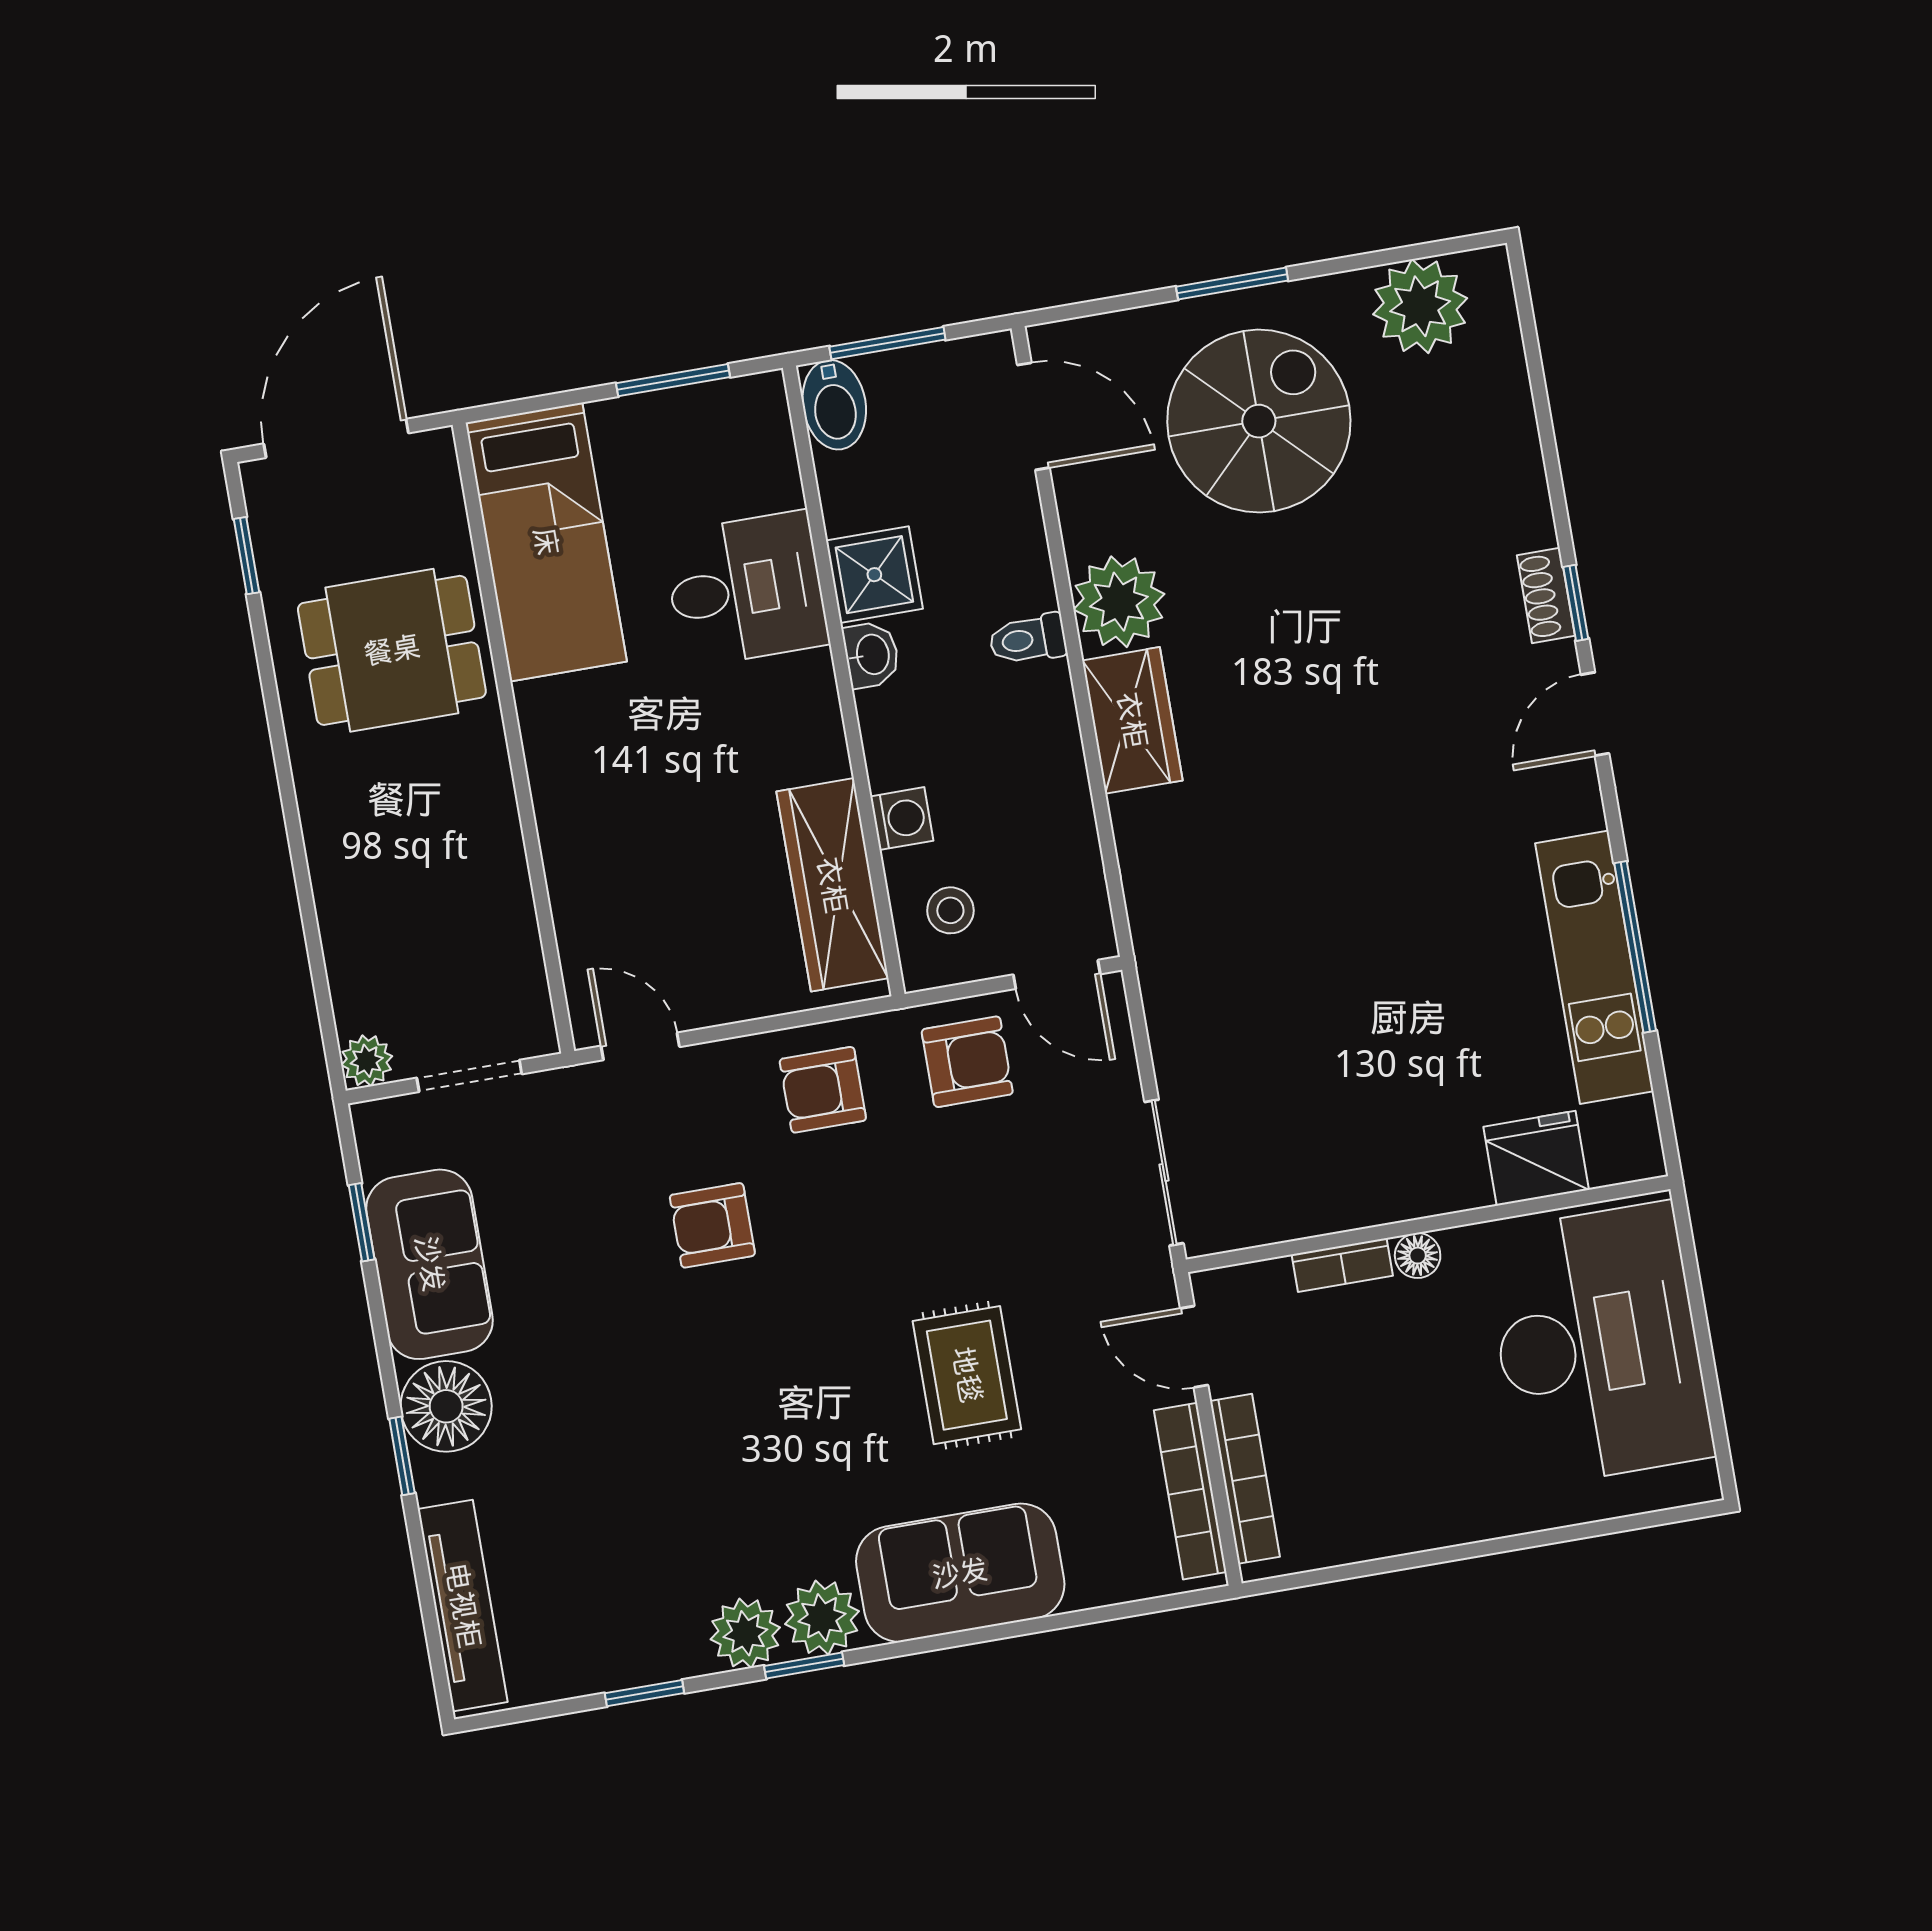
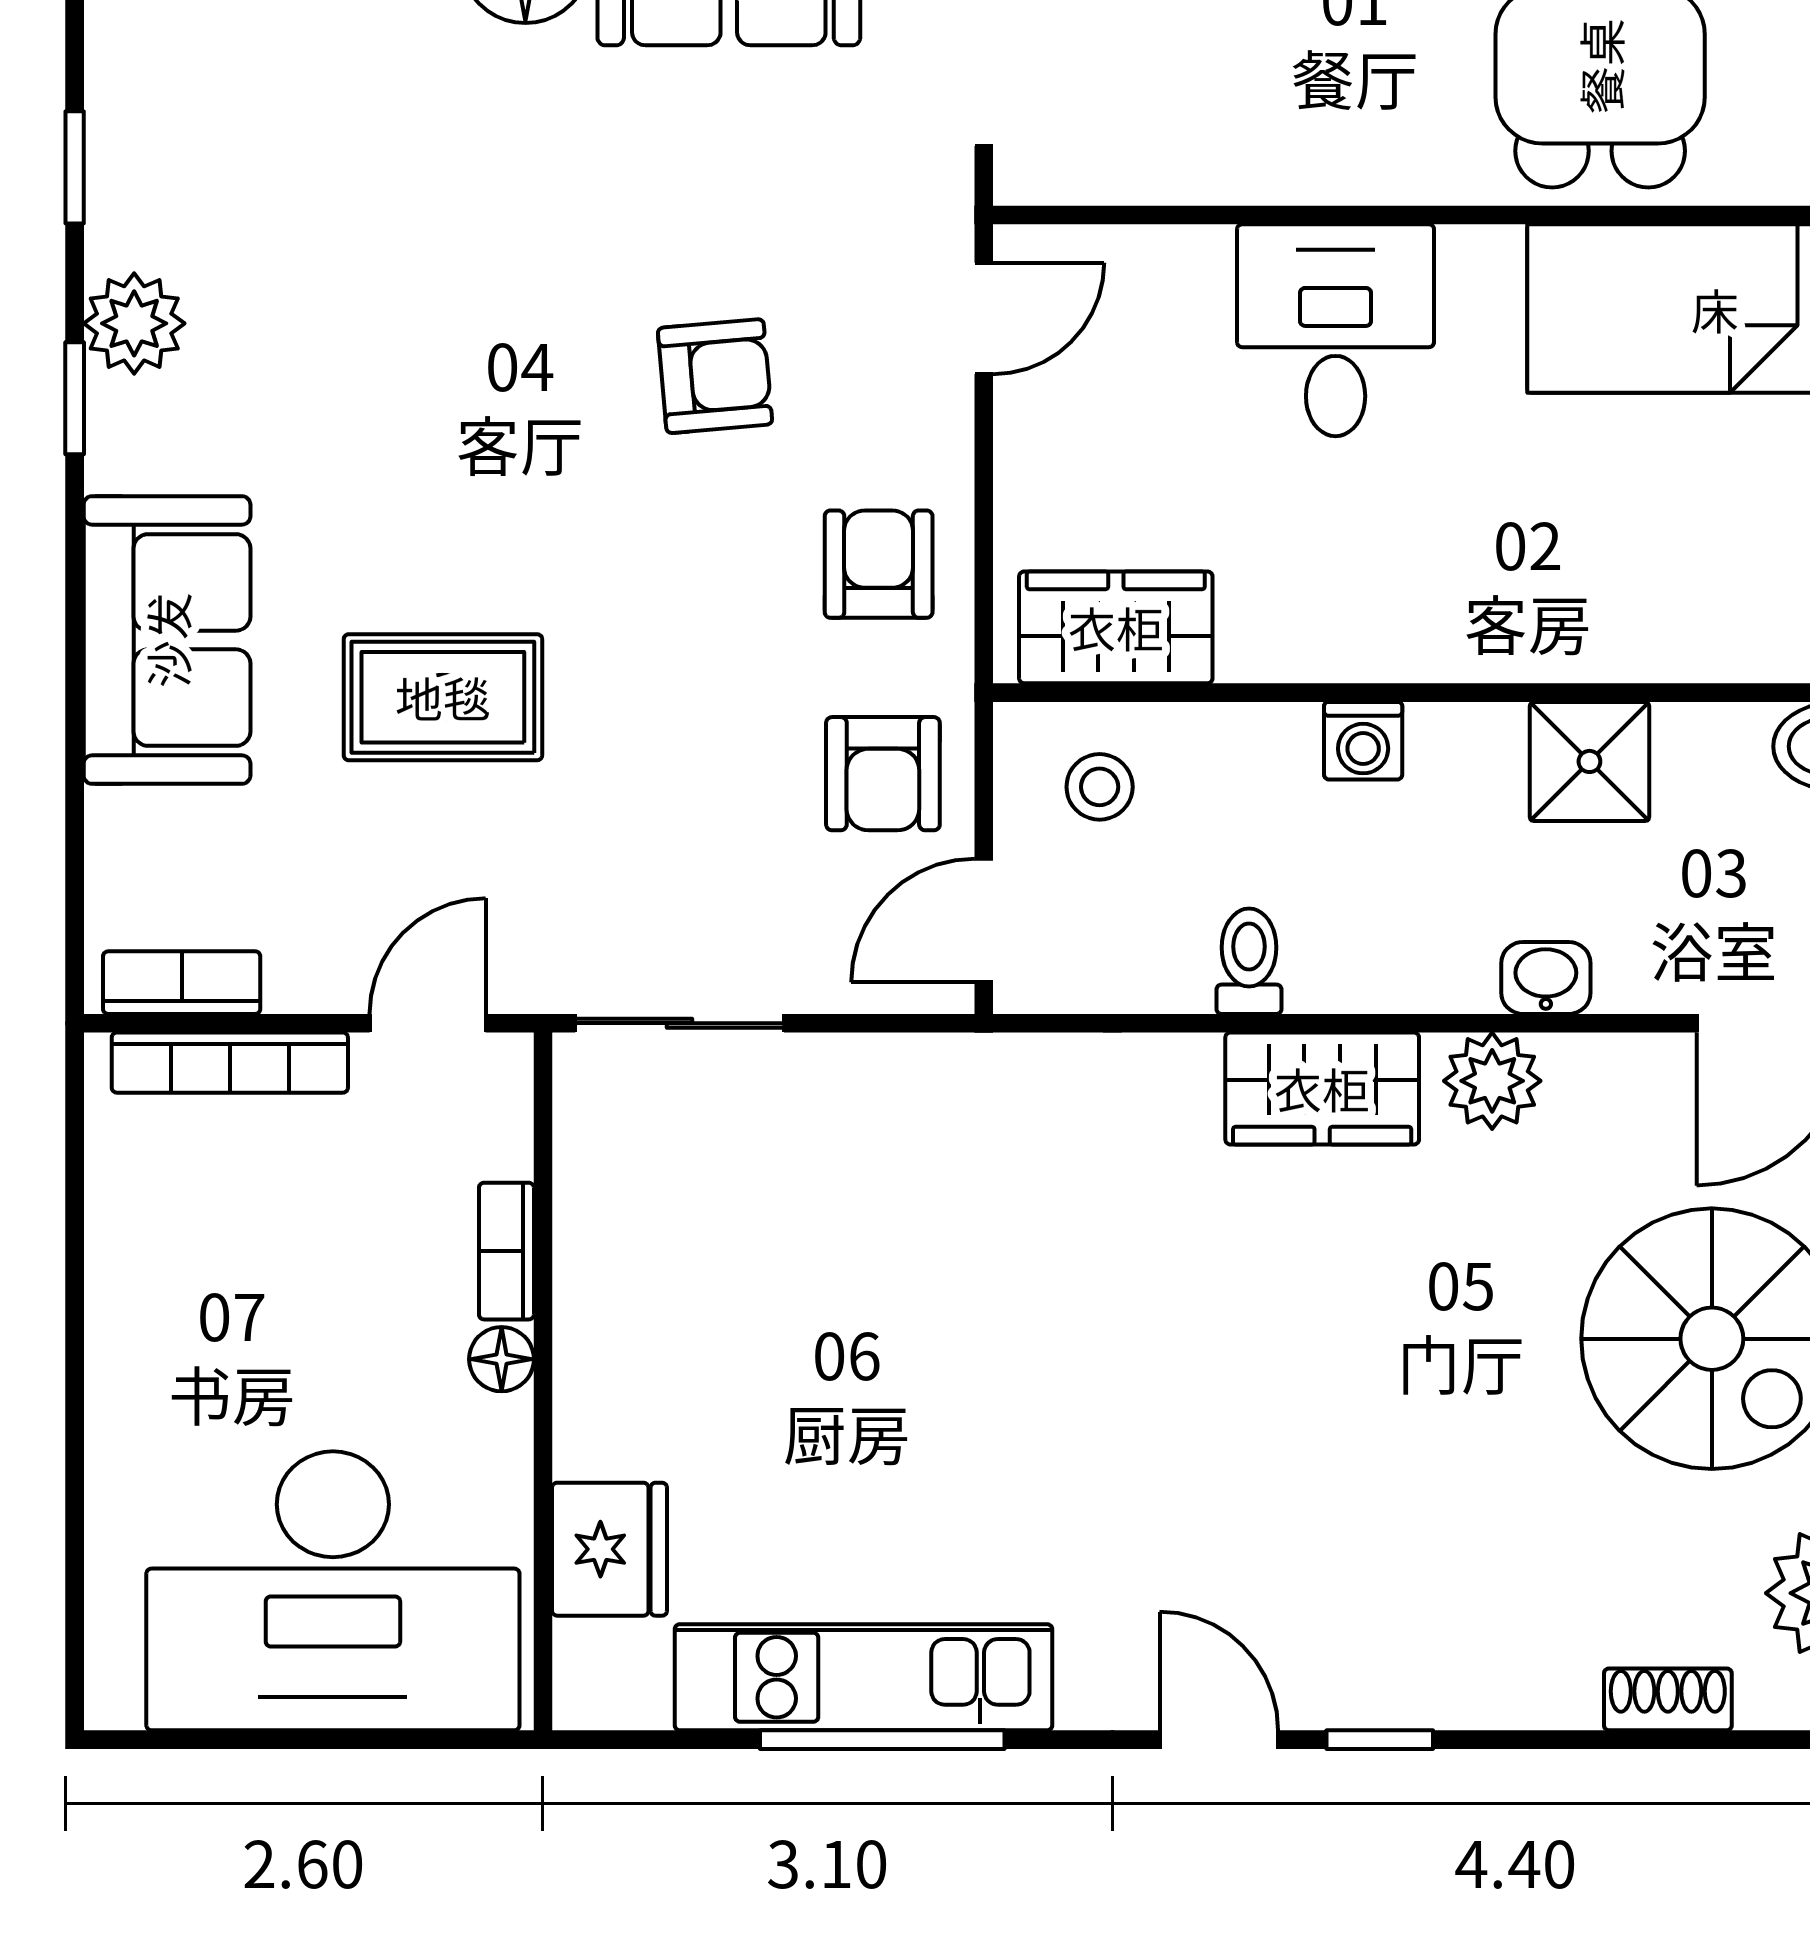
desk: (746, 589) -> (1336, 330), moved, turned 180
shoe rack: (1546, 595) -> (1668, 1699), moved
plant: (1119, 602) -> (1492, 1081), width x0.73, depth x0.73
toilet: (1028, 639) -> (1249, 961), moved
washbasin: (871, 655) -> (1546, 978), moved, turned 180
washing machine: (902, 819) -> (1363, 741), moved
wardrobe: (832, 885) -> (1116, 627), width x0.67
armchair: (712, 1225) -> (715, 376), turned 85
bookcase: (1190, 1491) -> (182, 983), width x0.64
plant: (822, 1618) -> (138, 435), removed

